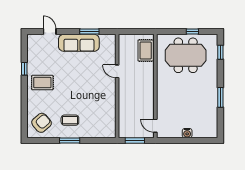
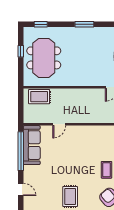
door: (50, 32) -> (21, 189), swing flipped
window: (89, 32) -> (21, 151), width x2.11
sofa: (79, 43) -> (32, 145), moved

